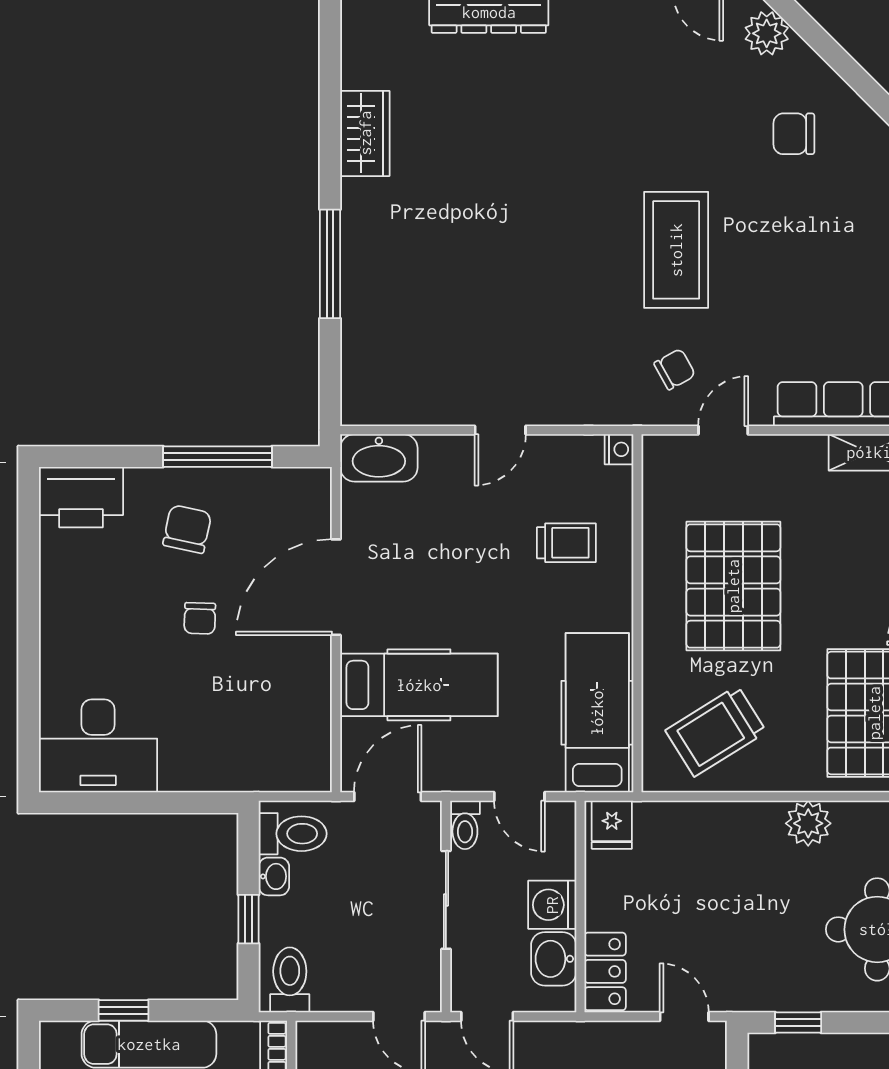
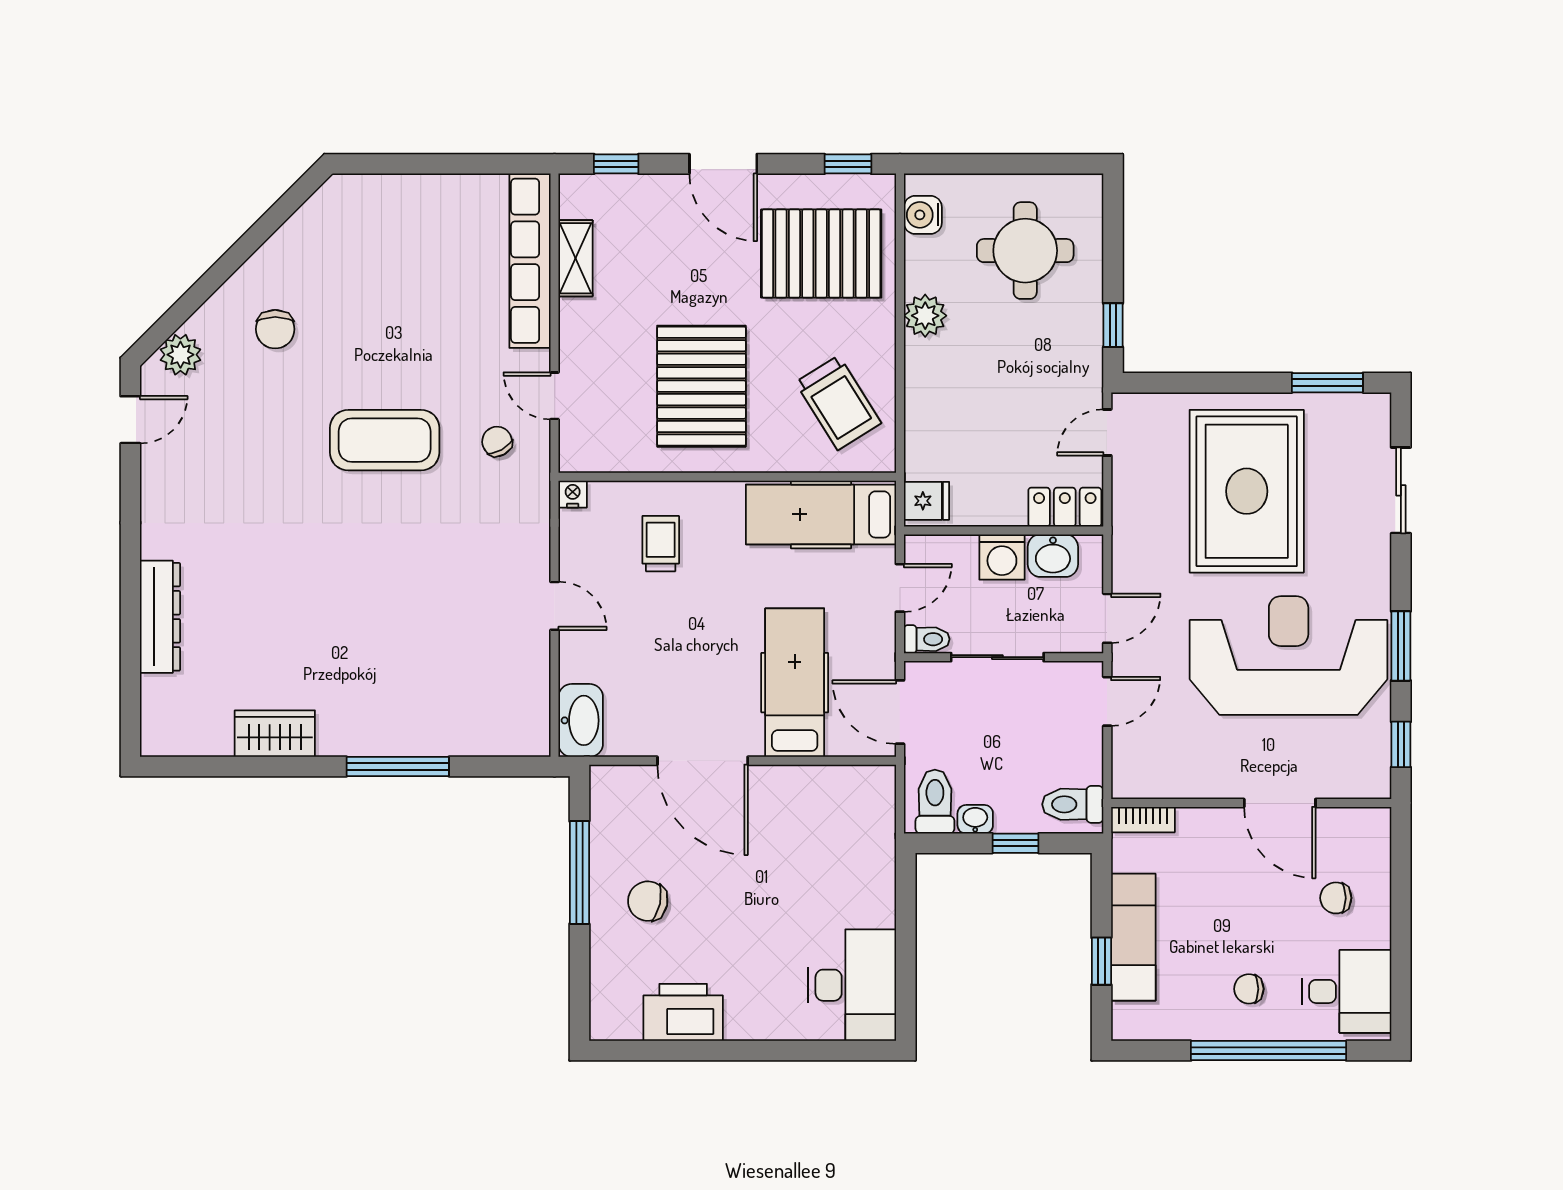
printer: (81, 497) -> (683, 1012), moved, turned -90
pallet: (733, 586) -> (701, 386), turned 90
chair: (200, 618) -> (732, 889), removed

